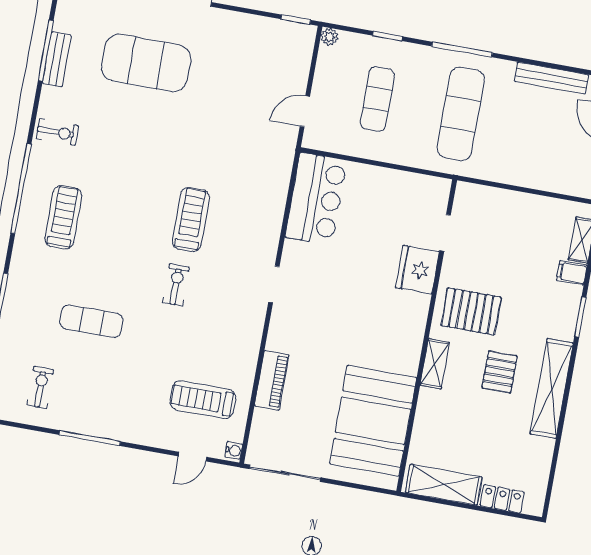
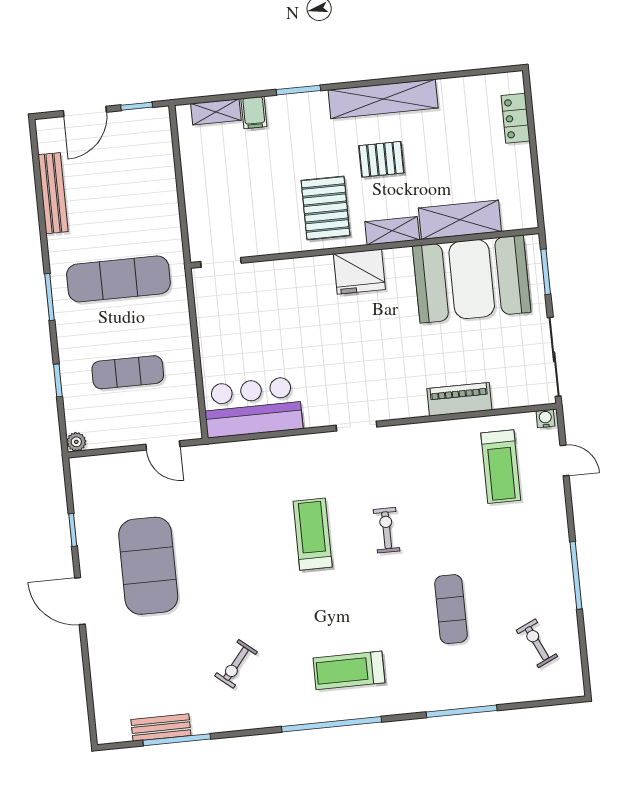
window: (296, 20) -> (73, 530), moved
window: (462, 49) -> (50, 297), width x0.69
bench: (57, 59) -> (161, 728), moved
exercise mat: (146, 63) -> (148, 566), moved
exercise bike: (57, 132) -> (236, 664), moved, turned -141
treadmill: (191, 219) -> (313, 534), turned 90
doorway: (445, 233) -> (221, 262), moved
fridge: (417, 270) -> (359, 272), moved
exercise bike: (176, 285) -> (387, 530), turned 90
exercise bike: (40, 387) -> (537, 643), turned 65
shelving: (444, 485) -> (460, 220), moved, turned 90
window: (361, 487) -> (546, 272), added

